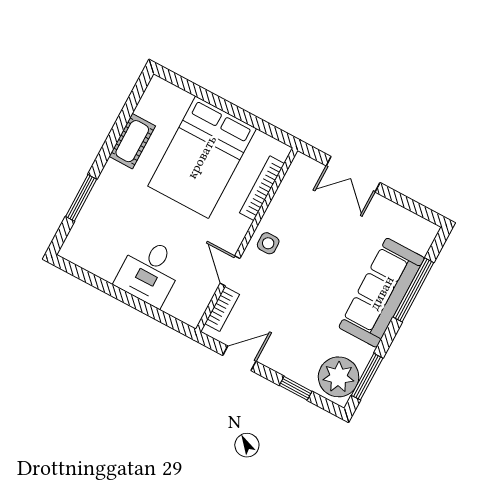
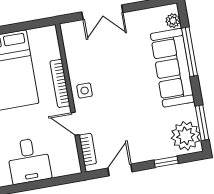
bookcase: (262, 188) -> (60, 83), moved
plant: (422, 243) -> (173, 21), added

